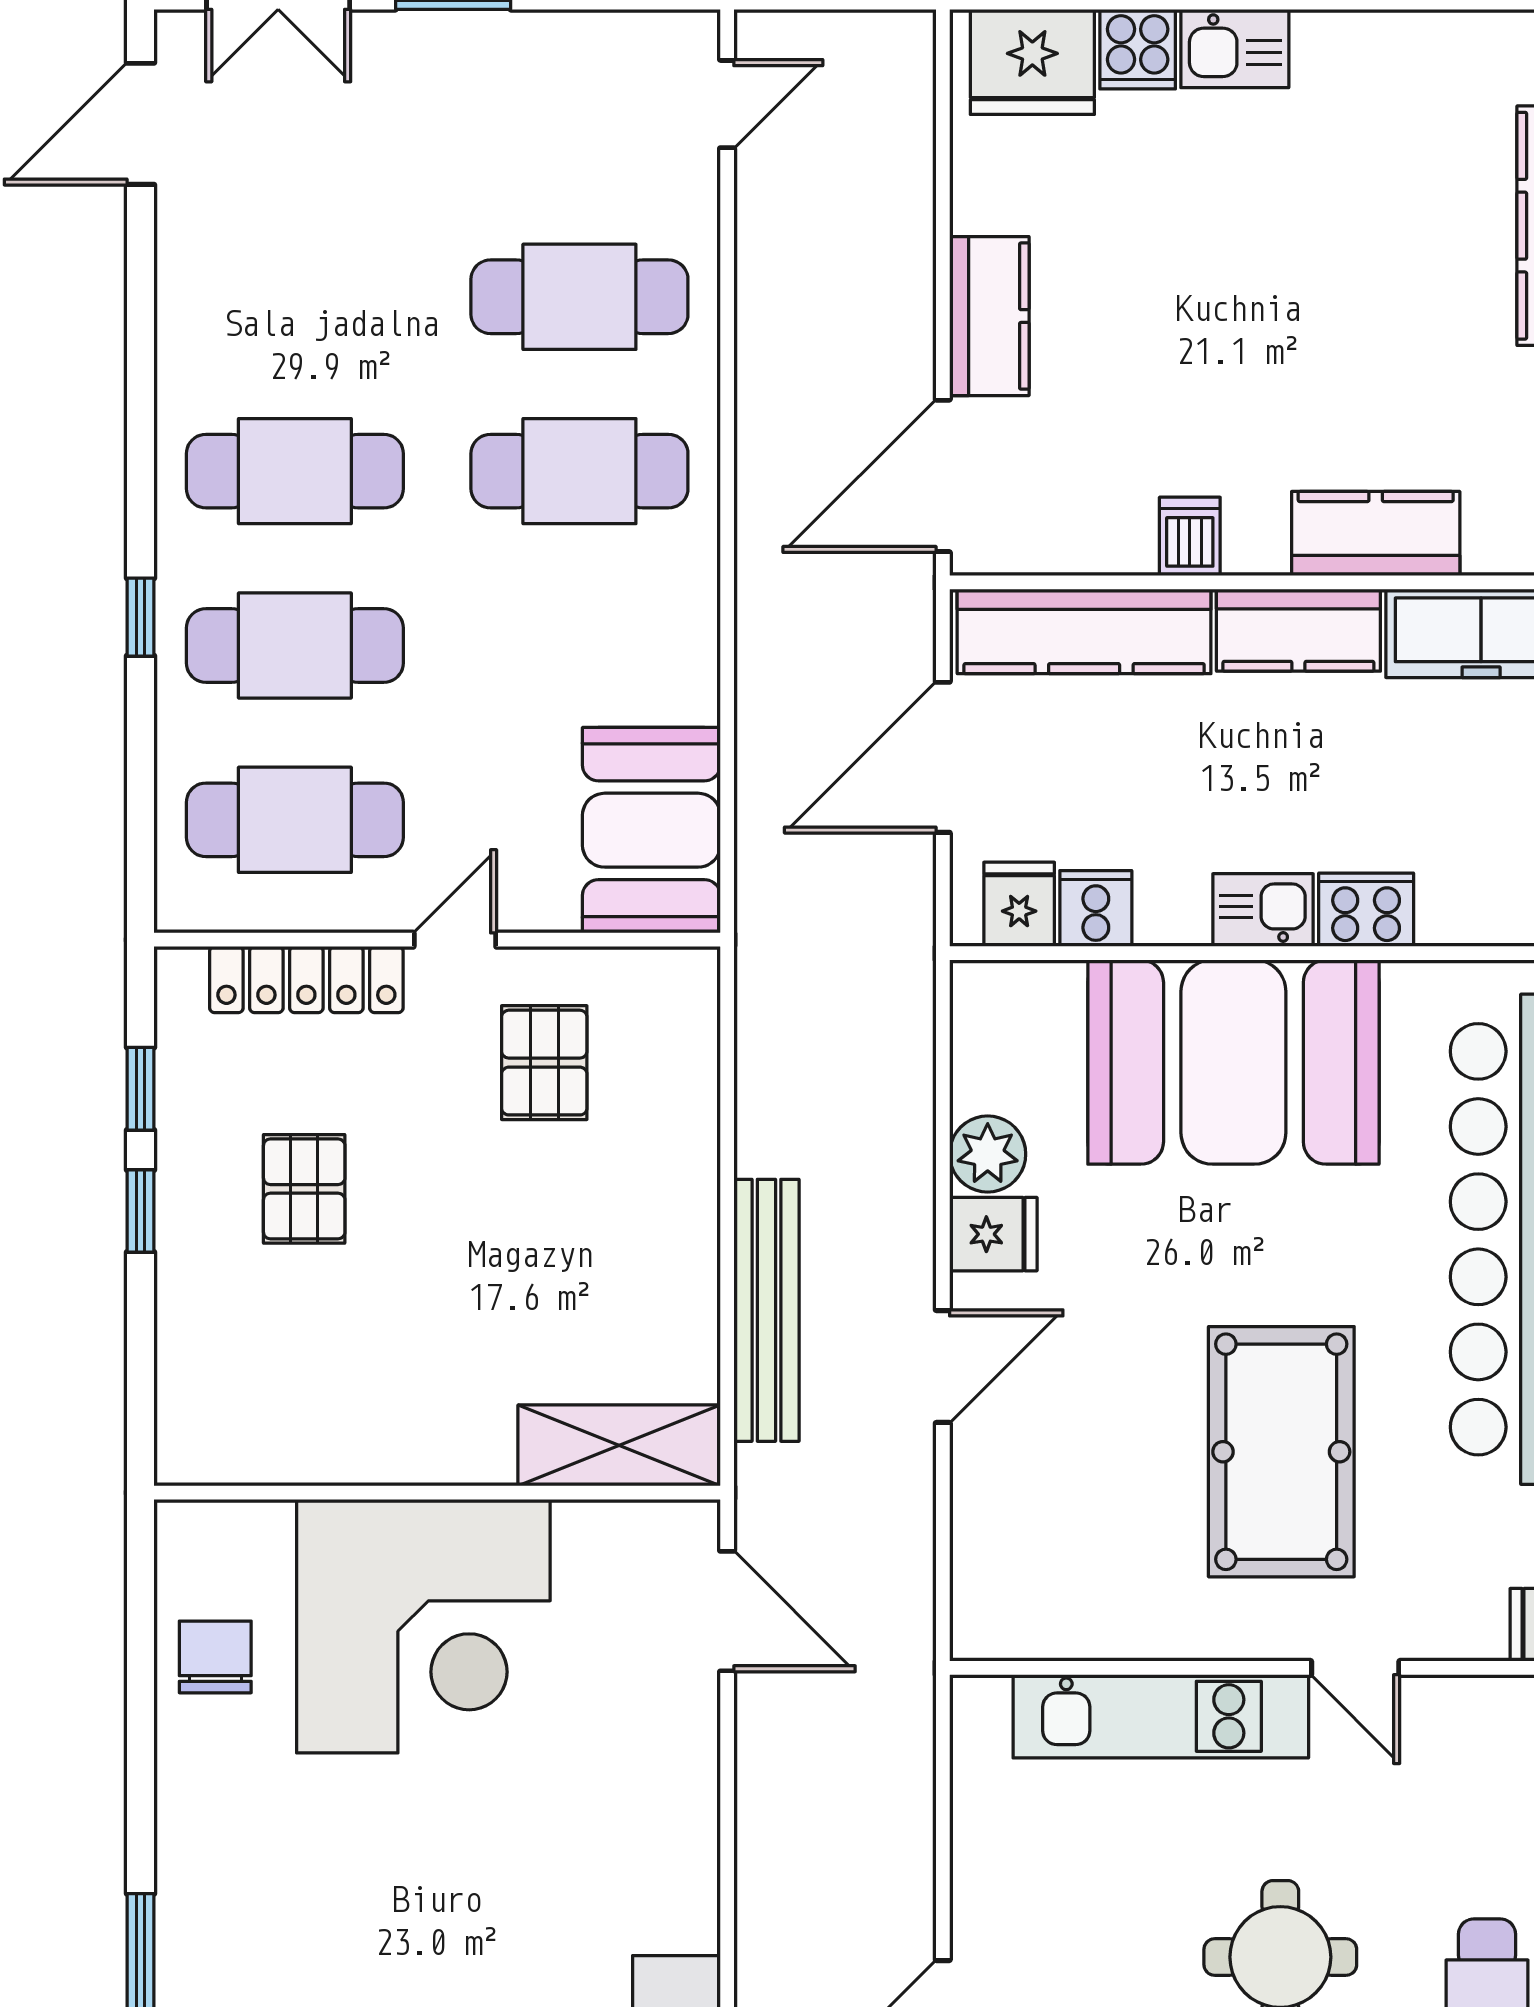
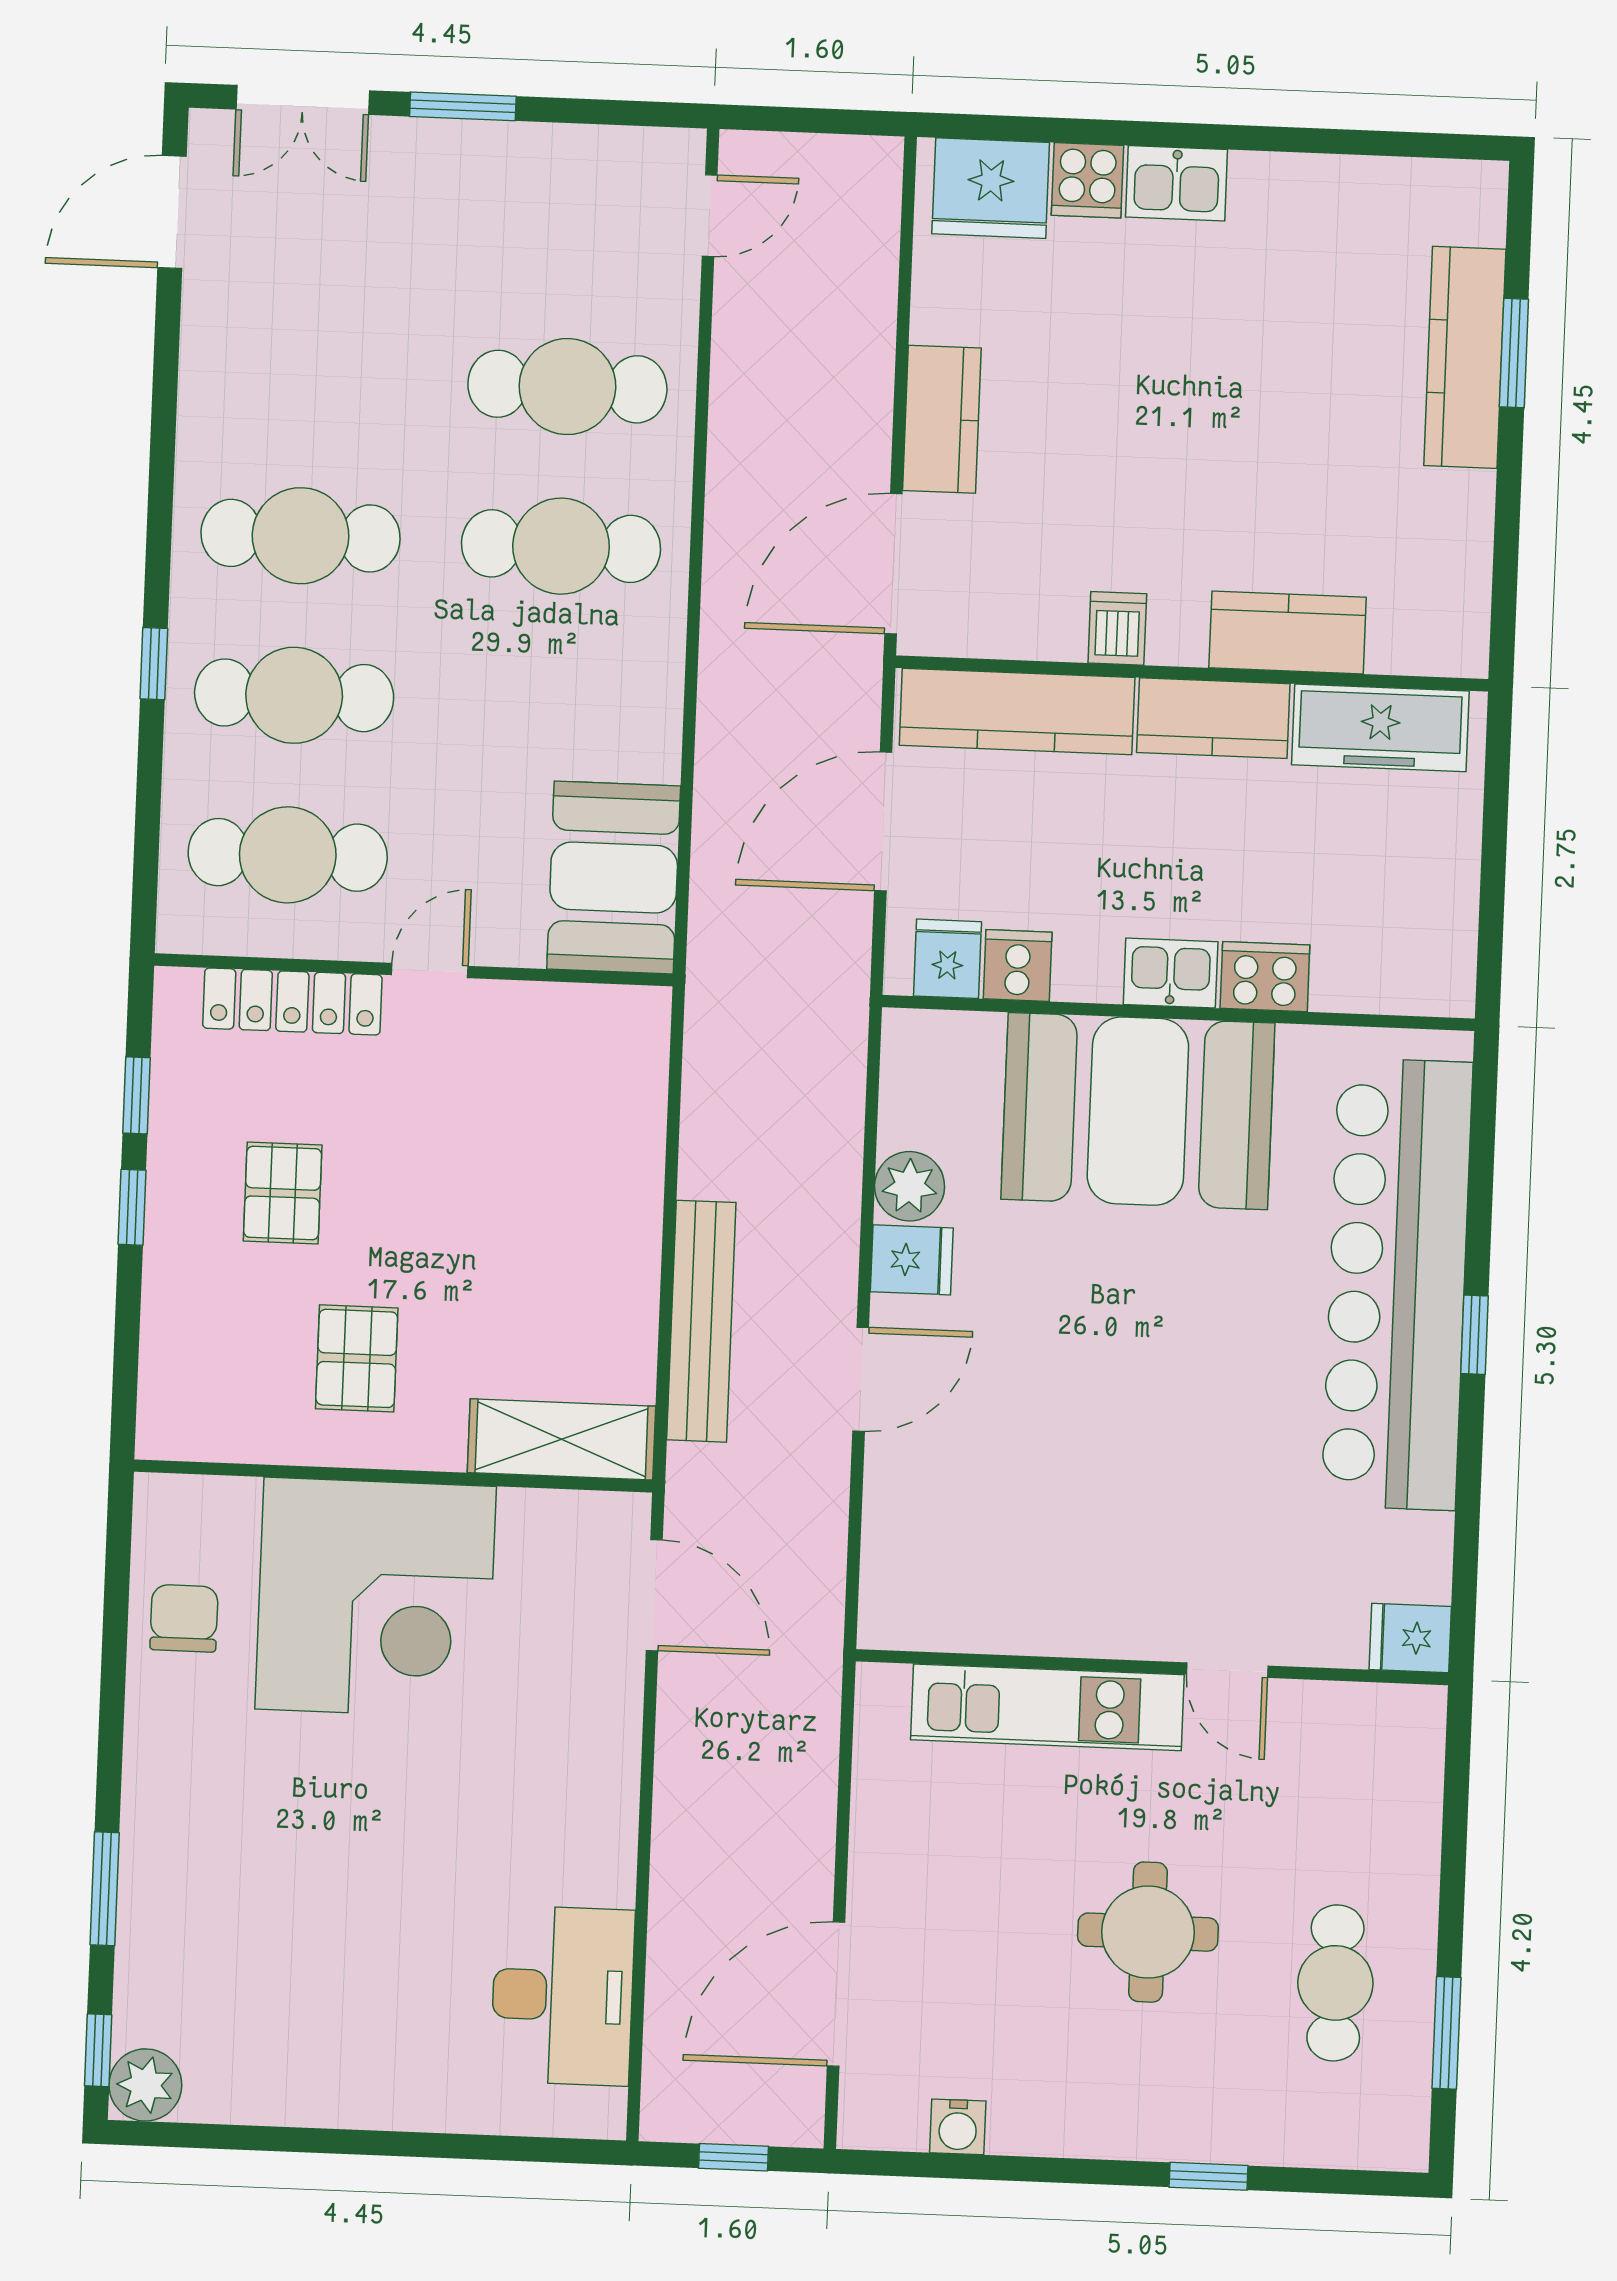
pallet: (544, 1063) -> (357, 1358), moved
pool table: (1281, 1452) -> (1167, 1470), removed

